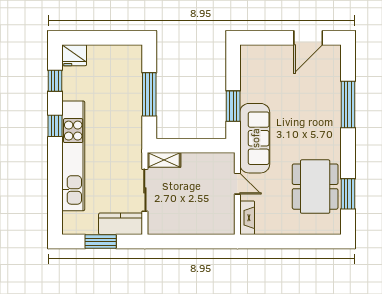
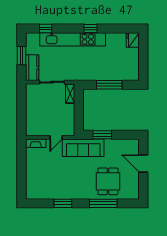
door: (308, 38) -> (143, 163), moved
window: (55, 81) -> (46, 28), moved
dining table: (315, 187) -> (108, 181), moved, width x0.73
window: (348, 194) -> (63, 203), moved

